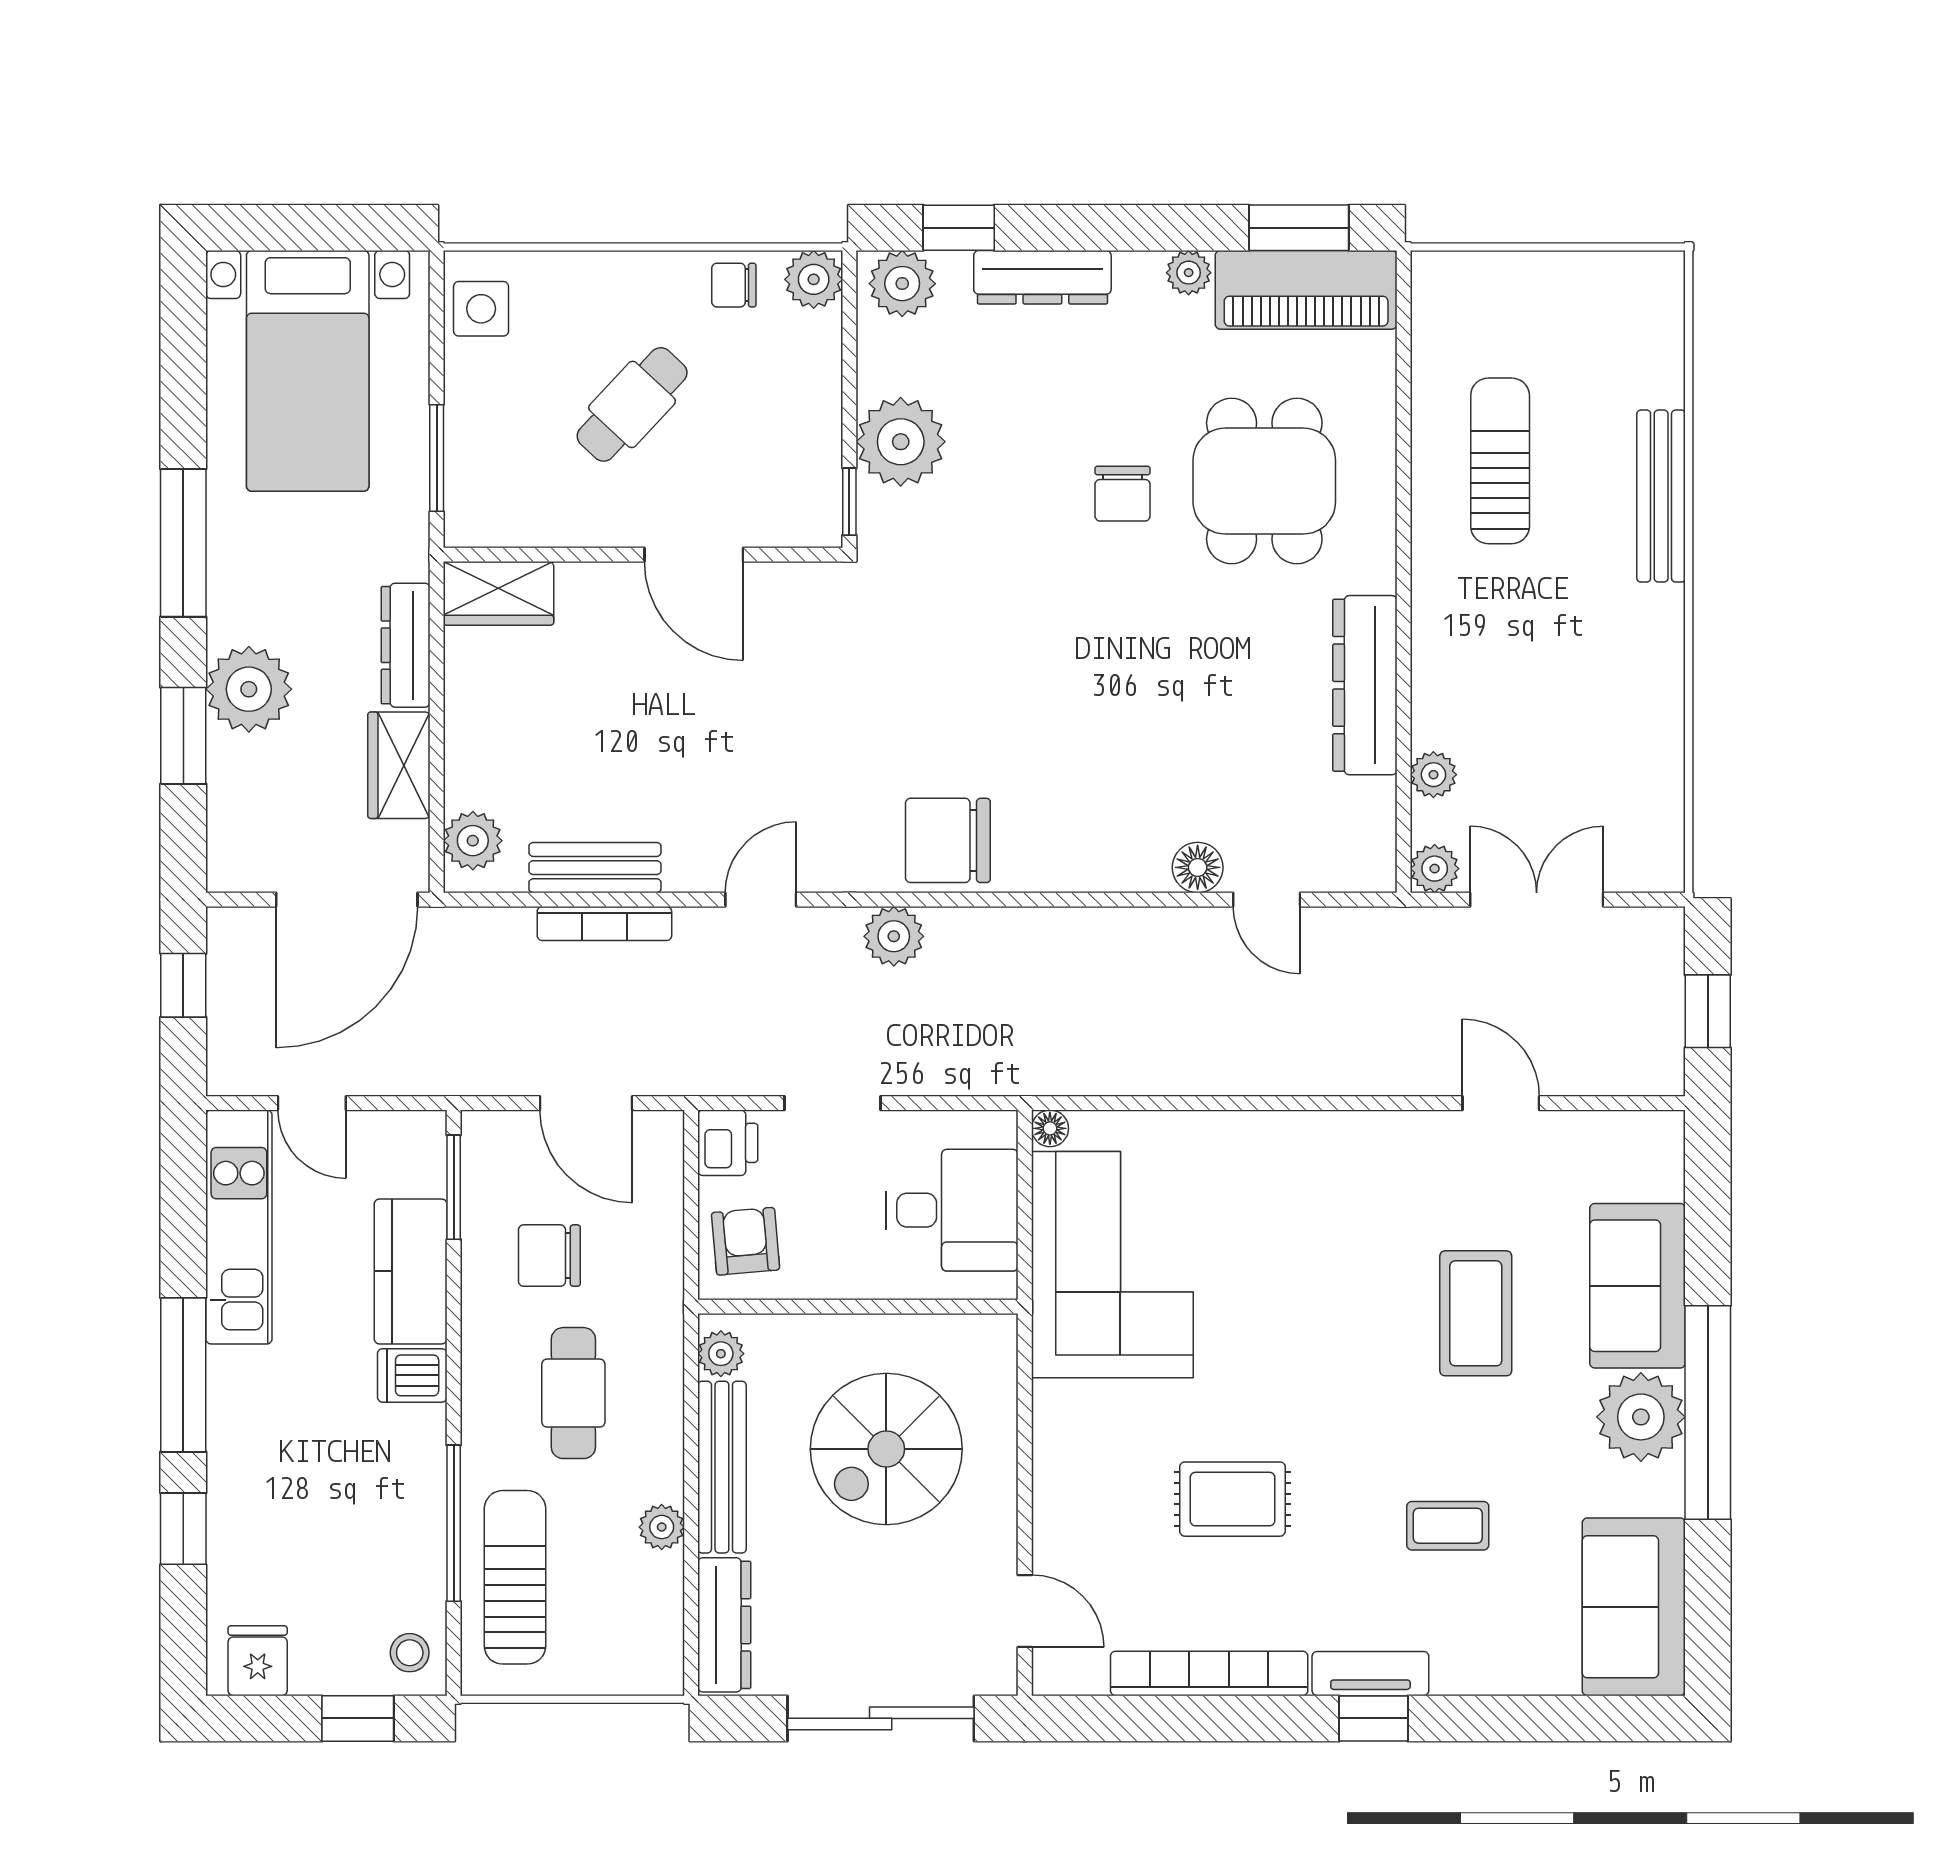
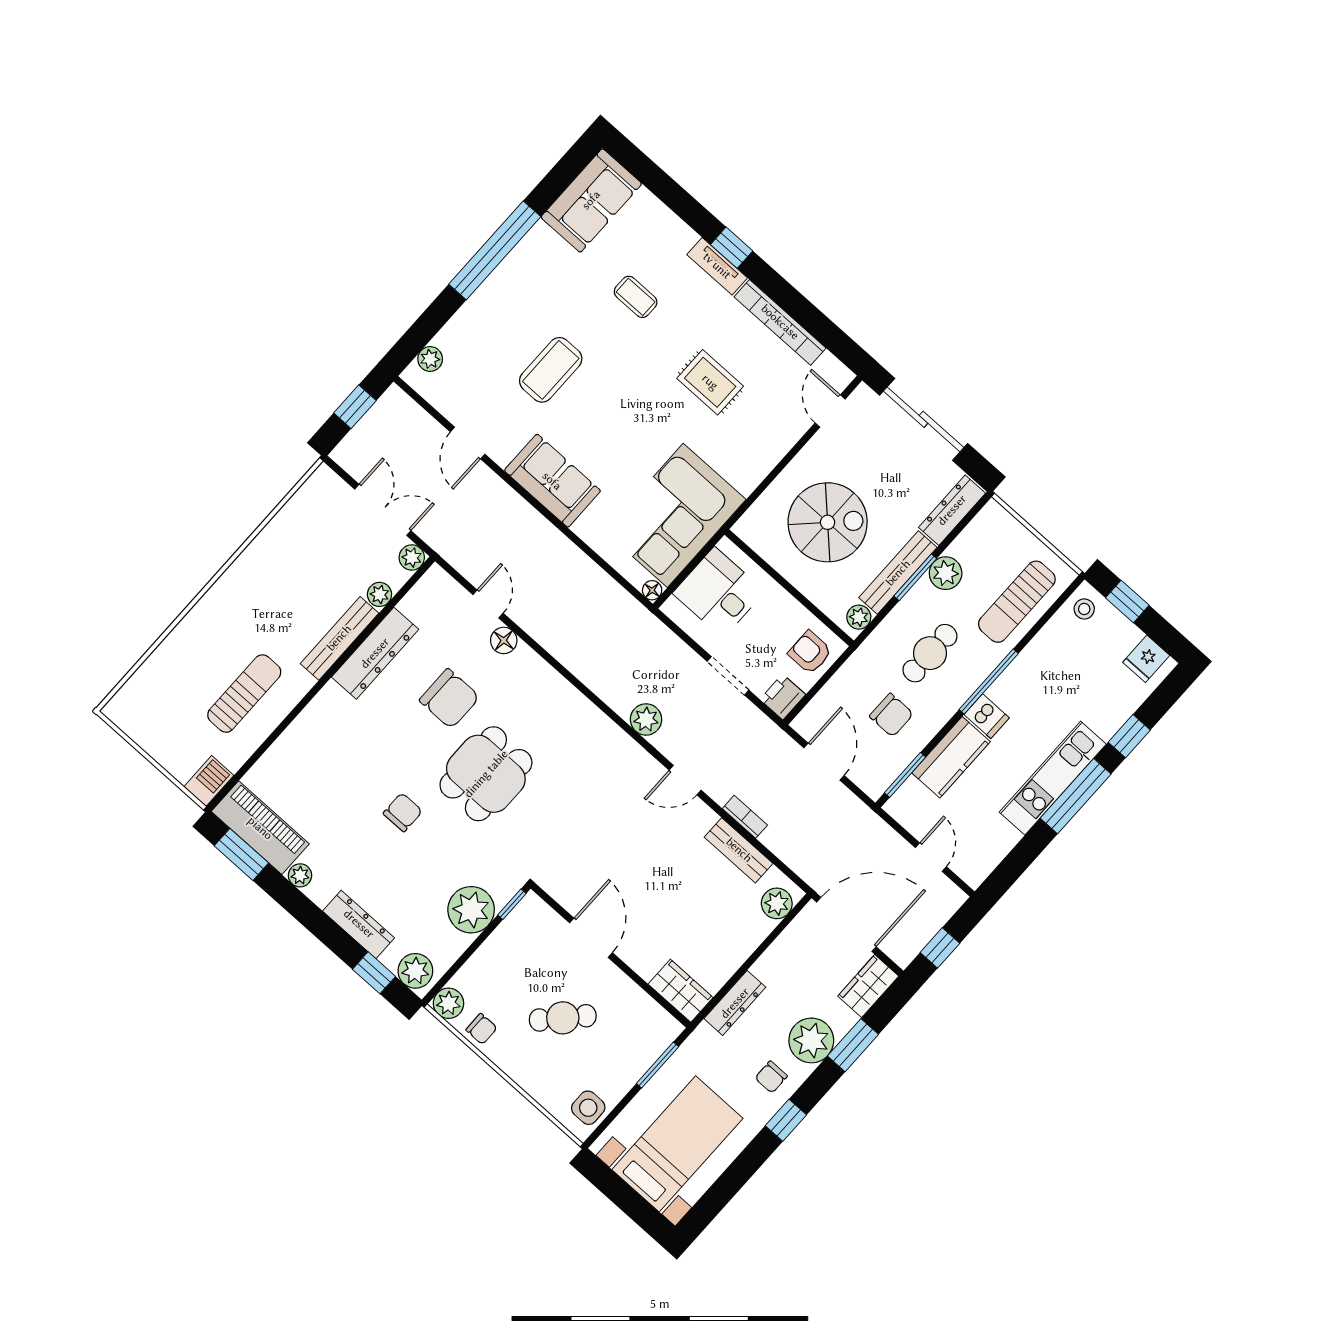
barbecue: (1439, 291) -> (209, 781), added
sun lounger: (1500, 461) -> (244, 694), turned 180
dining table: (1264, 481) -> (486, 774), moved
bench: (1661, 496) -> (339, 638), moved
window: (183, 543) -> (786, 1120), width x0.46
chair: (259, 586) -> (771, 1077), added
wardrobe: (399, 765) -> (868, 986), moved, turned 180
chair: (948, 840) -> (449, 699), moved
double door: (1537, 900) -> (383, 510), swing flipped
bookcase: (604, 924) -> (745, 817), width x0.64
kitchen unit: (239, 1227) -> (1053, 778), moved
armchair: (746, 1241) -> (810, 652), turned 95
sofa: (1638, 1286) -> (552, 481), moved, turned -90
plant: (1641, 1417) -> (430, 359), moved, width x0.53, depth x0.53
window: (691, 1482) -> (915, 577), added
window: (454, 1523) -> (989, 682), moved
plant: (662, 1527) -> (946, 573), width x1.38, depth x1.38

